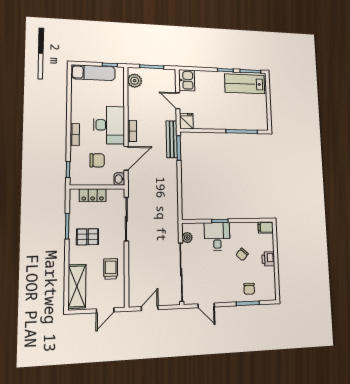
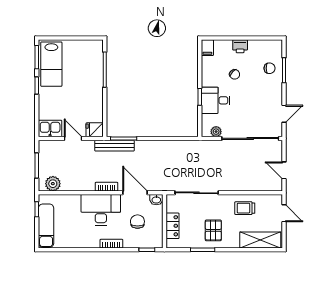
door: (178, 101) -> (73, 138), swing flipped

